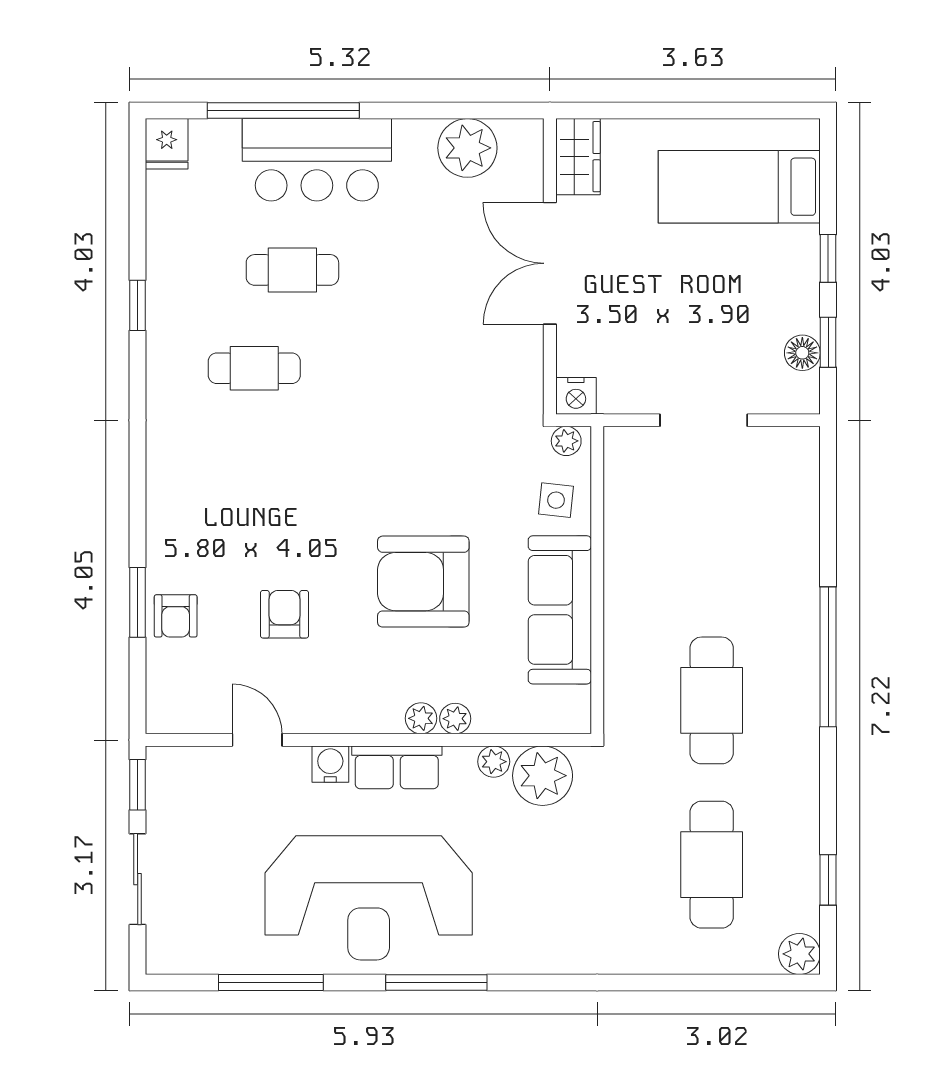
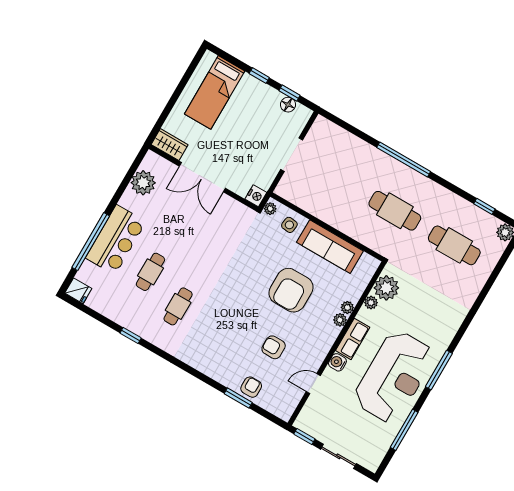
armchair: (176, 616) -> (251, 387), turned -90

